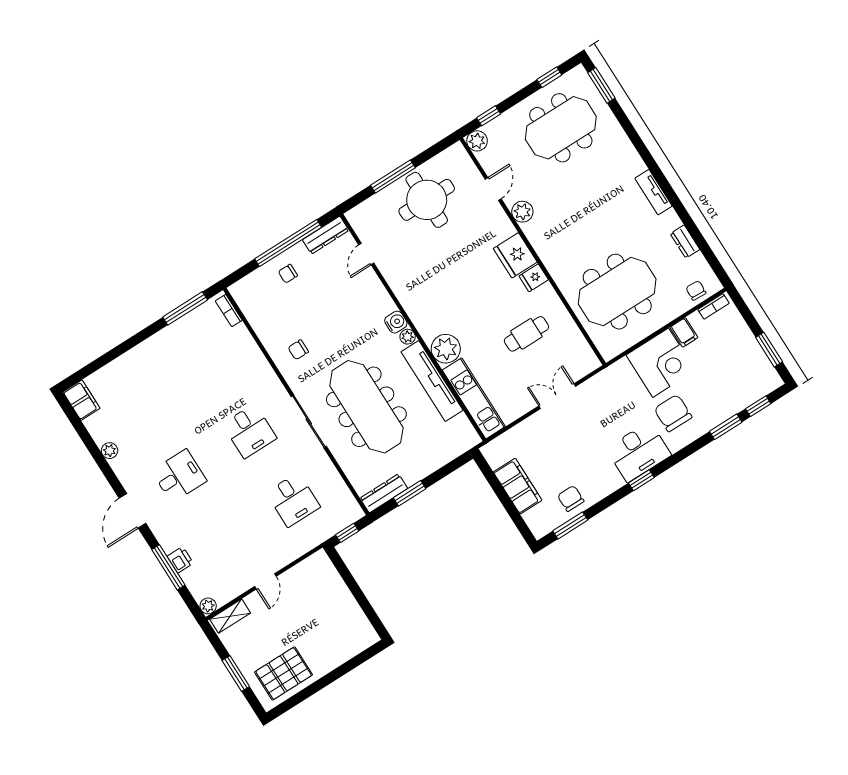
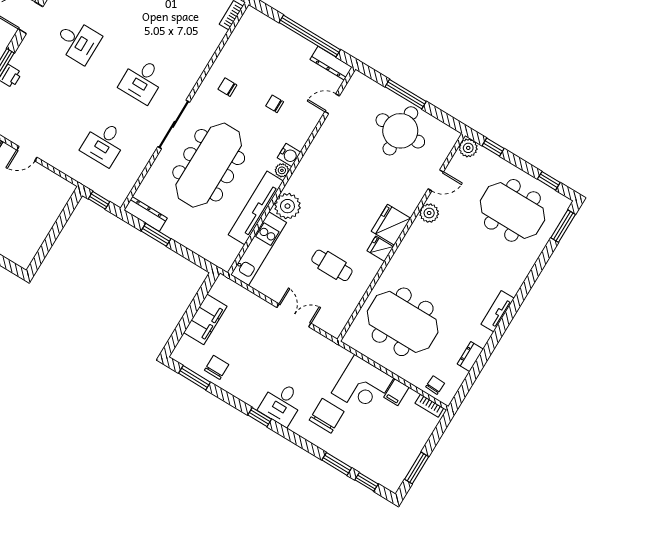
chair: (288, 274) -> (275, 104), moved
desk: (639, 452) -> (281, 403), width x0.73

